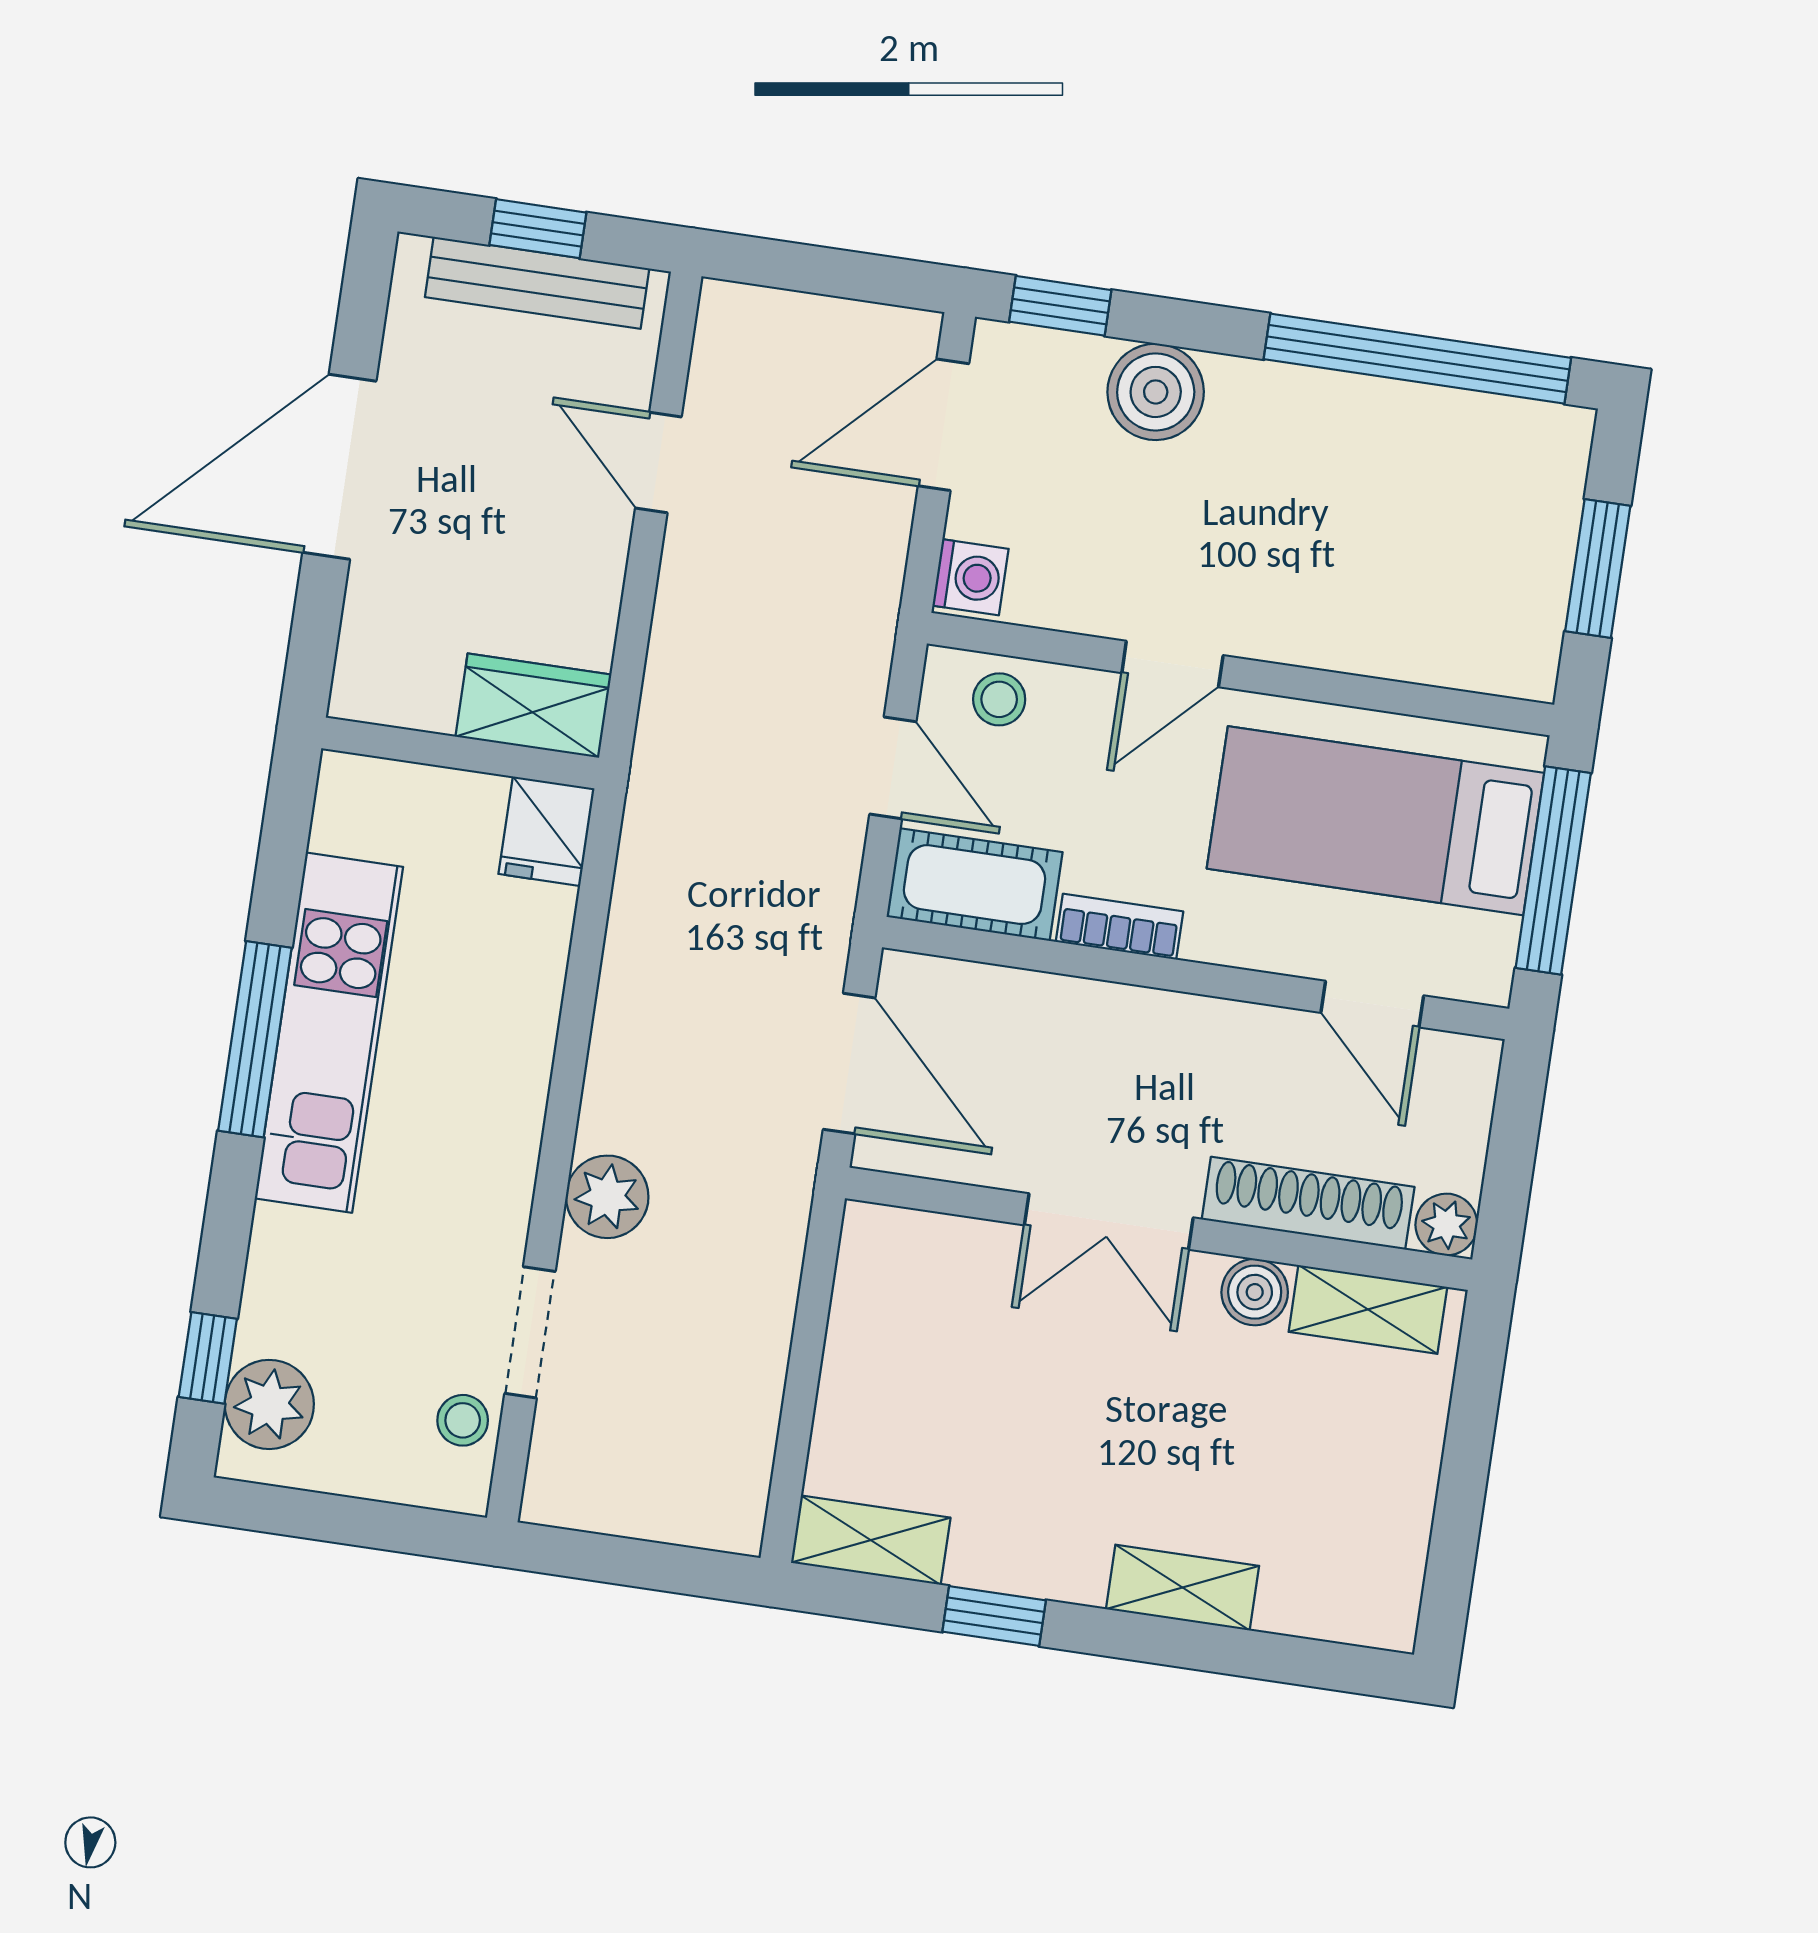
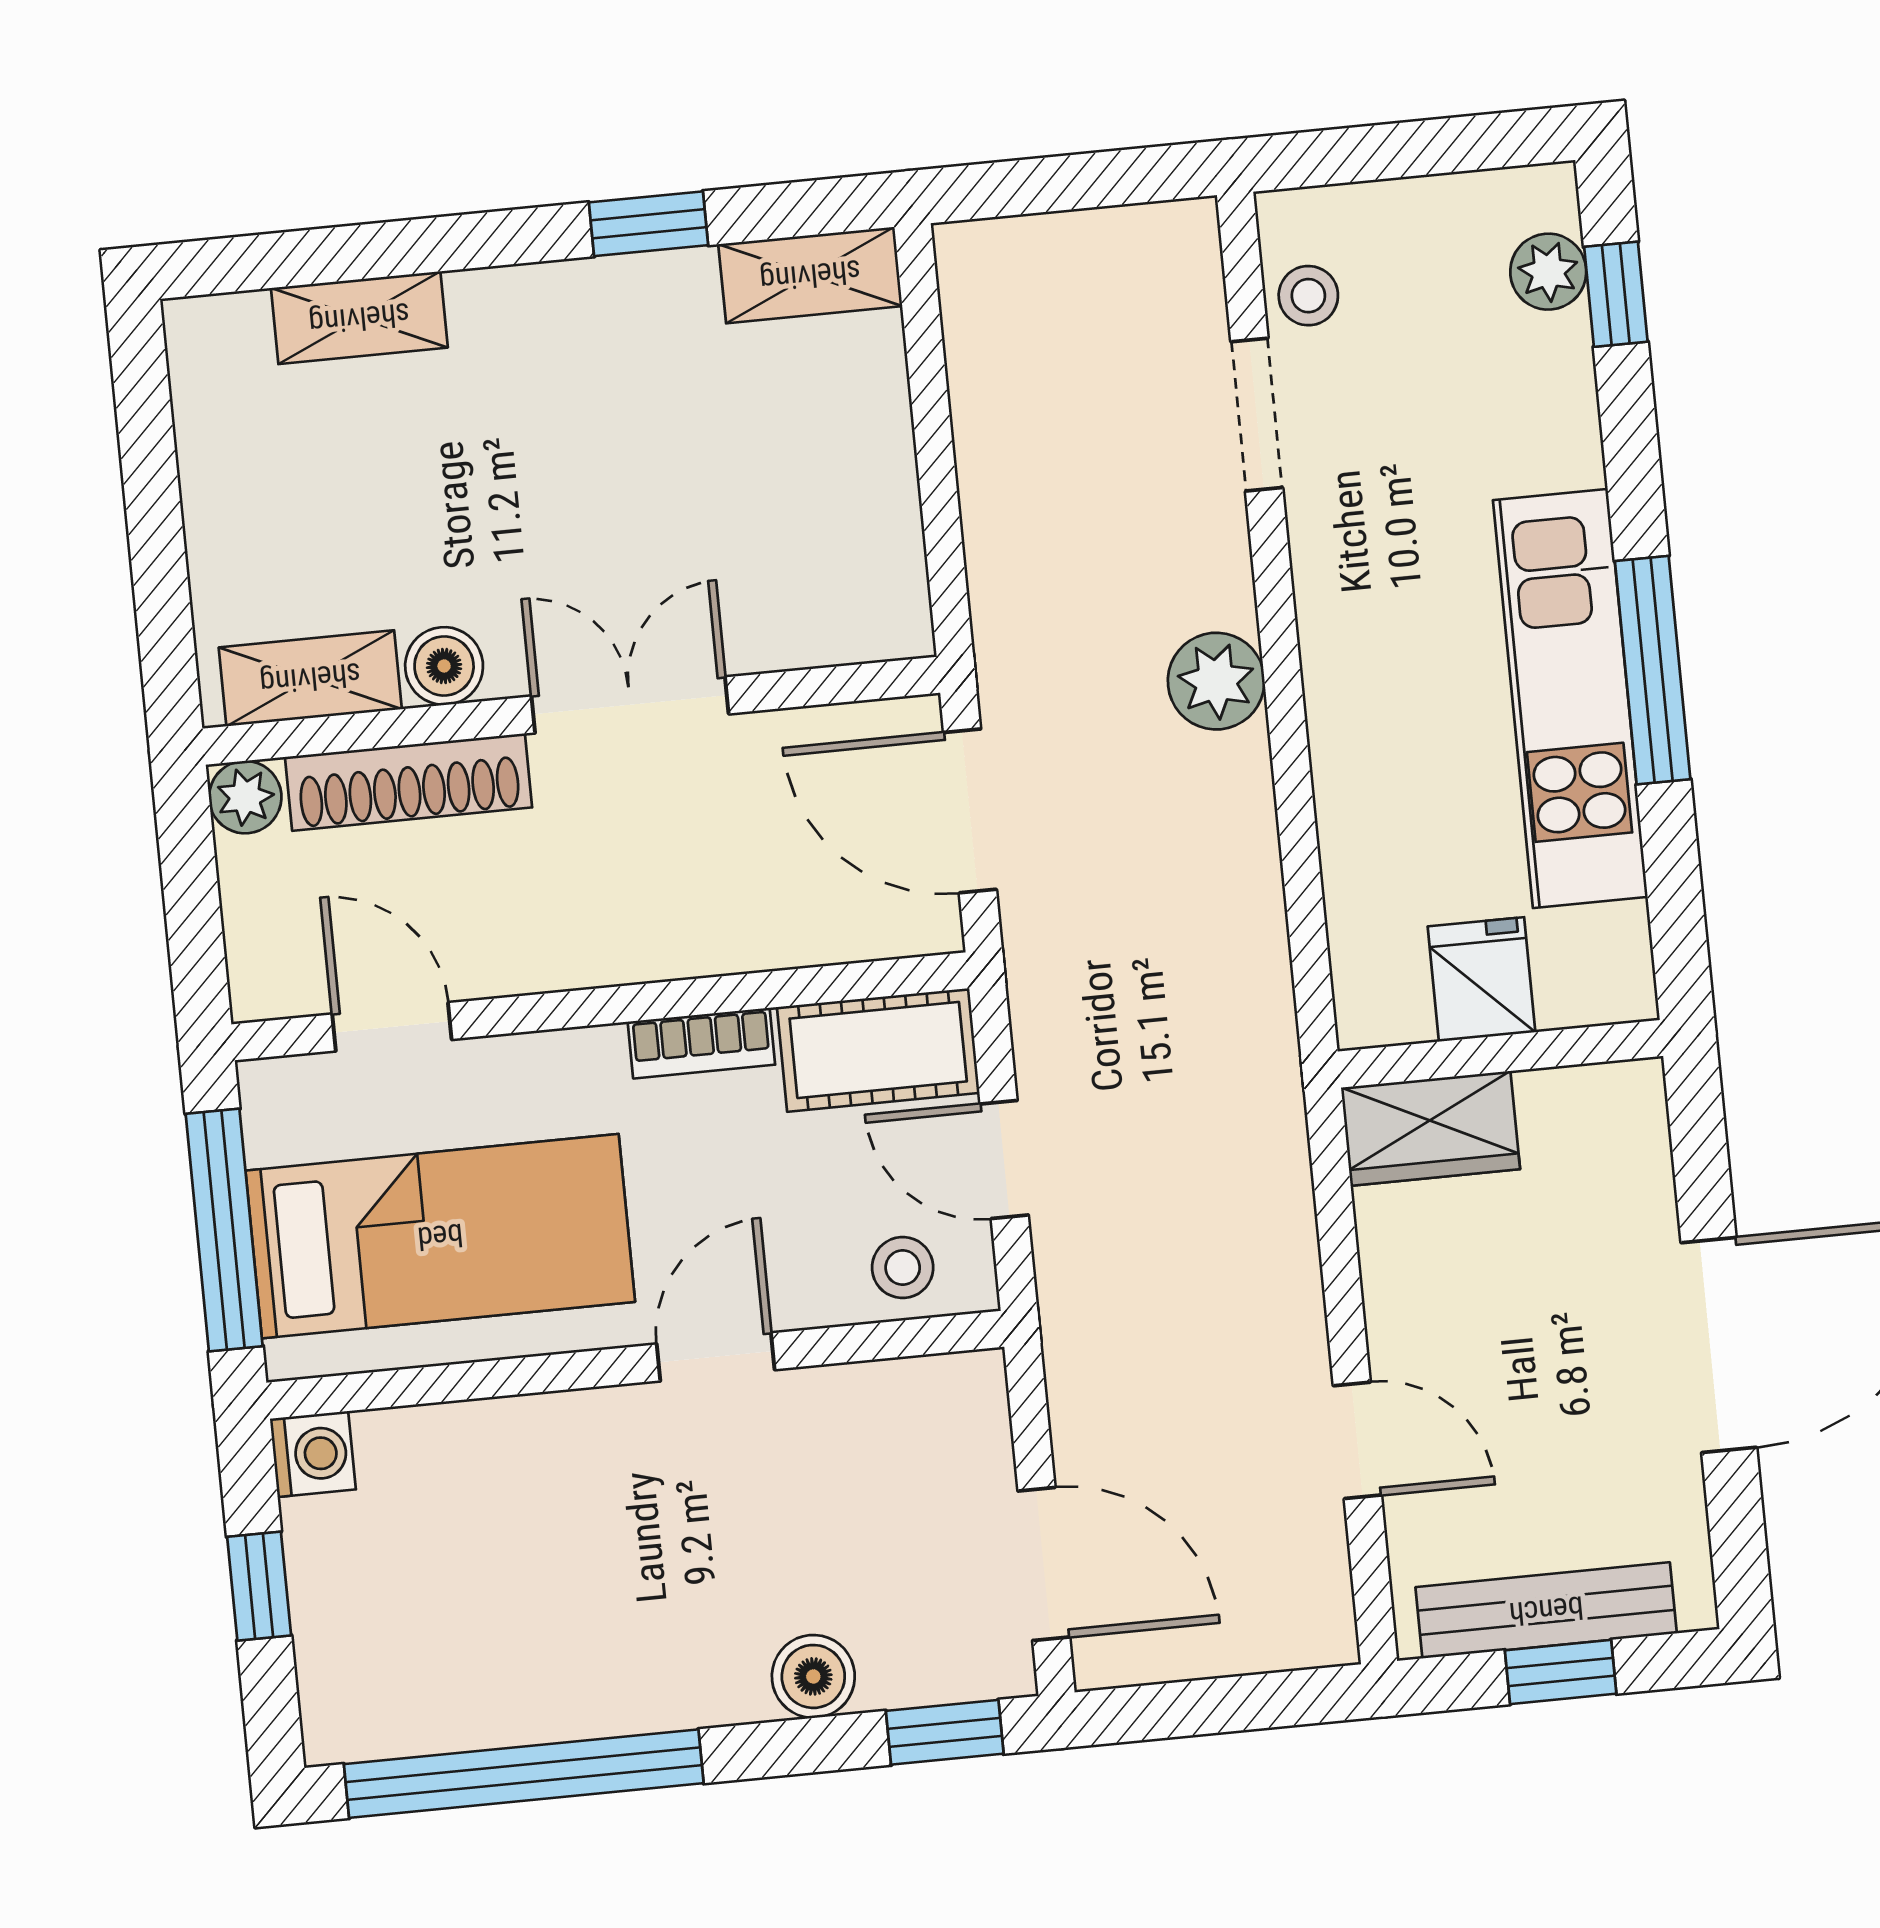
boiler: (1156, 392) -> (813, 1676), width x0.73, depth x0.73
door: (943, 425) -> (1044, 1564), hinge flipped
window: (1598, 569) -> (259, 1586), width x0.67
washing machine: (970, 577) -> (313, 1454), moved, turned 180
fridge: (547, 831) -> (1482, 979), moved
plant: (607, 1197) -> (1216, 681), moved
plant: (269, 1404) -> (1548, 272), width x0.73, depth x0.73
shelving: (1182, 1587) -> (359, 318), moved

